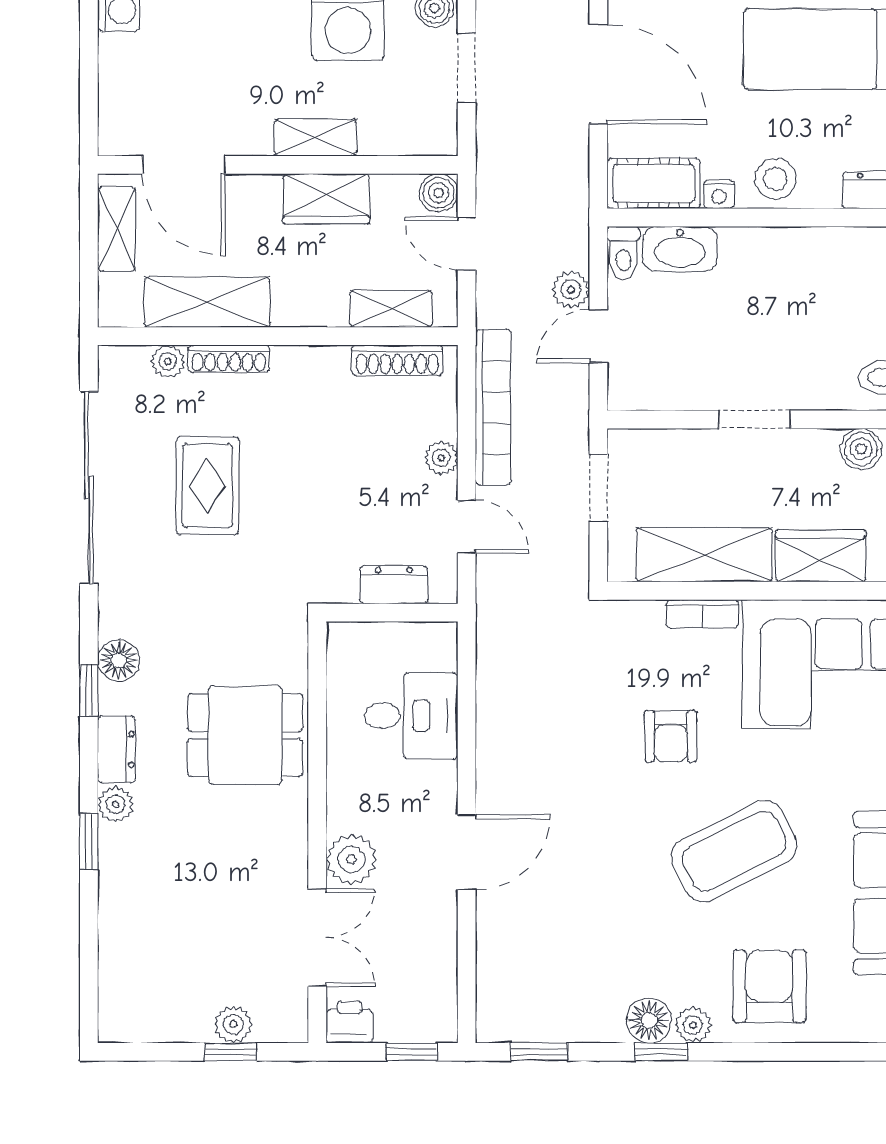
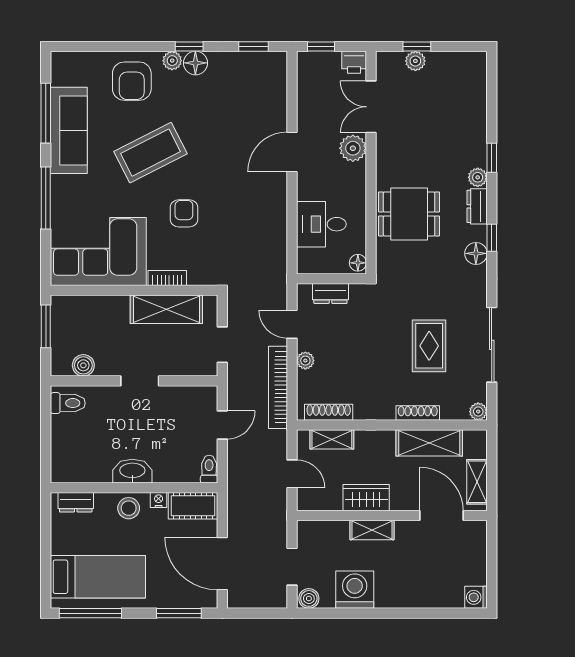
boiler: (438, 193) -> (307, 501), removed
washbasin: (680, 249) -> (132, 471), moved
plant: (571, 290) -> (237, 450), removed
plant: (168, 362) -> (478, 412), moved
sliding door: (89, 488) -> (492, 345), width x0.73
wardrobe: (821, 556) -> (105, 309), removed
floor lamp: (342, 643) -> (358, 263), added

